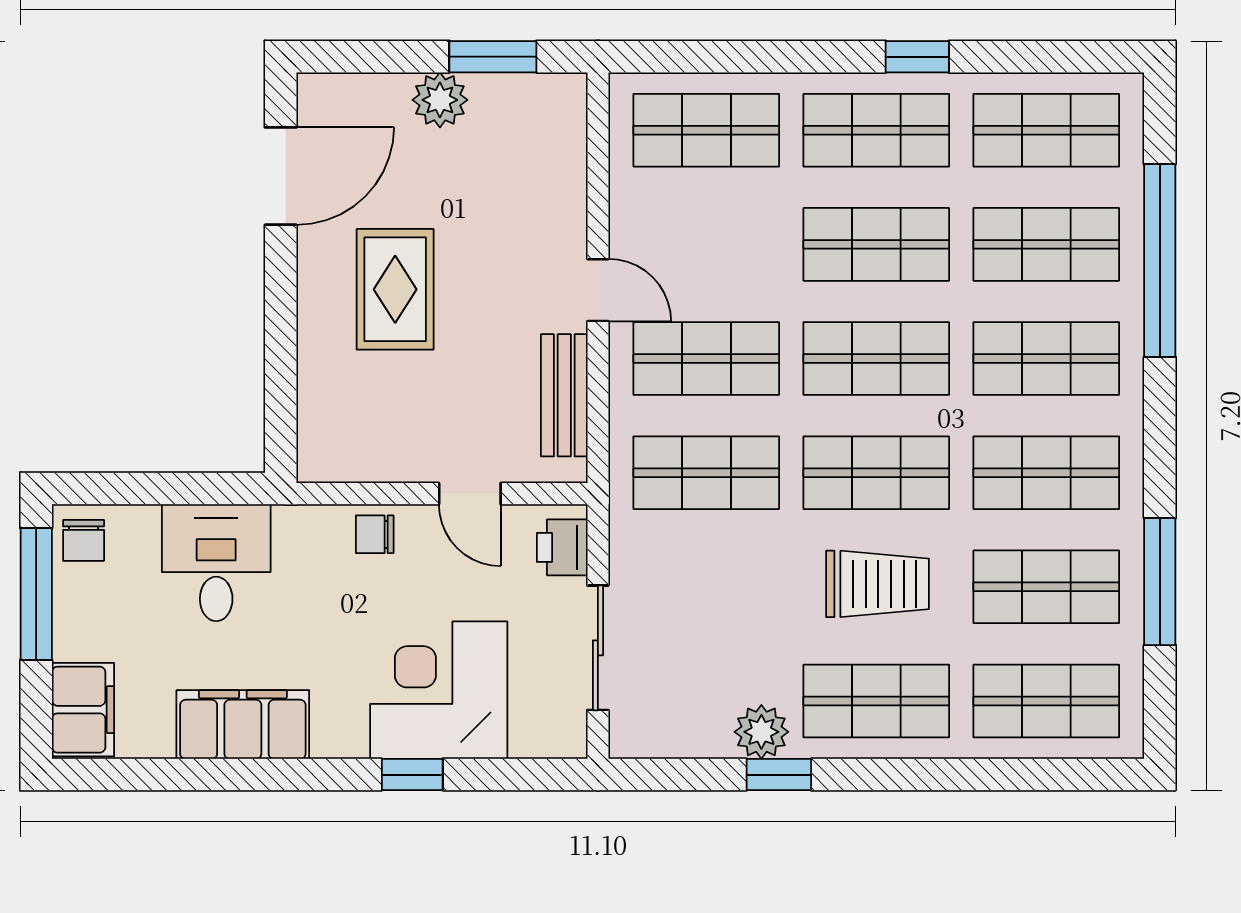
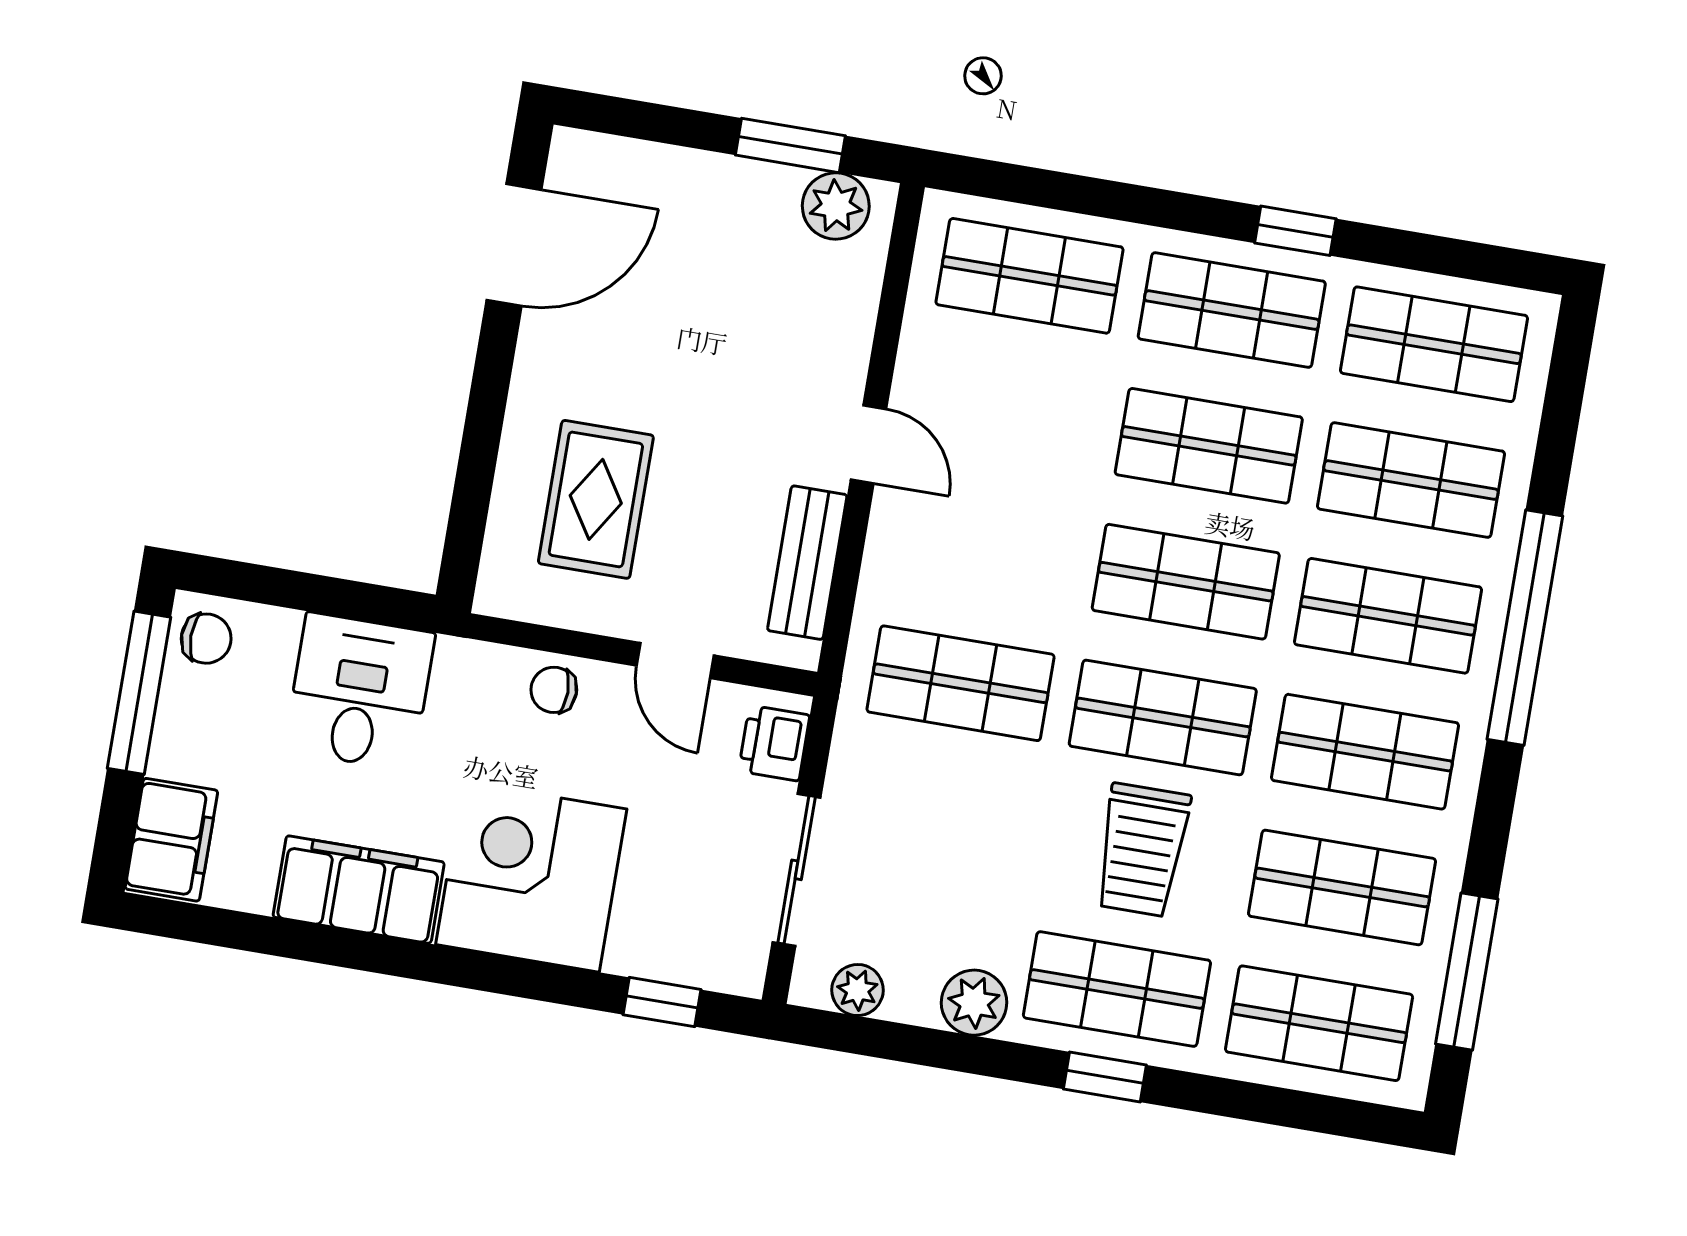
plant: (440, 100) -> (836, 206), moved
window: (1160, 261) -> (1525, 628), moved
rug: (395, 289) -> (596, 499), moved
shop shelf: (706, 359) -> (984, 547), removed
chair: (84, 540) -> (206, 639), turned -90
window: (1160, 582) -> (1467, 972), moved
trolley: (878, 584) -> (1142, 850), turned 90
corner desk: (439, 690) -> (531, 877), moved
plant: (664, 738) -> (857, 990), added
window: (412, 775) -> (662, 1002), moved
window: (779, 775) -> (1105, 1077), moved

